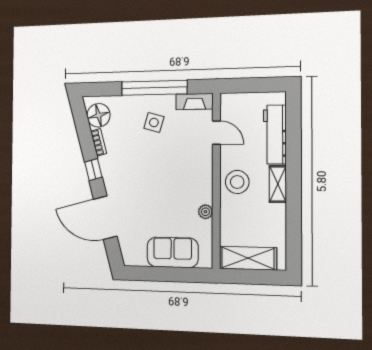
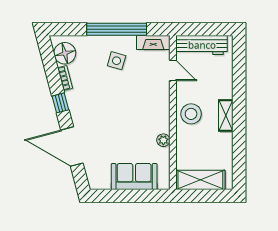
workbench: (275, 135) -> (202, 45), moved, turned -90

